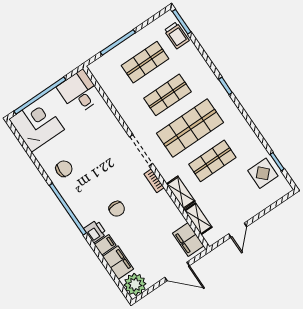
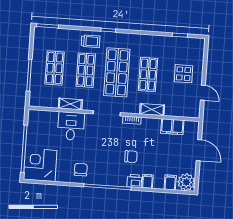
trolley: (177, 35) -> (91, 41), moved
desk: (79, 92) -> (71, 126), moved, turned 90
display table: (263, 173) -> (183, 74), moved
shelving: (198, 219) -> (70, 104), moved
filing cabinet: (188, 239) -> (172, 127), moved
filing cabinet: (118, 263) -> (170, 182), width x0.50
door: (177, 272) -> (199, 150), hinge flipped

